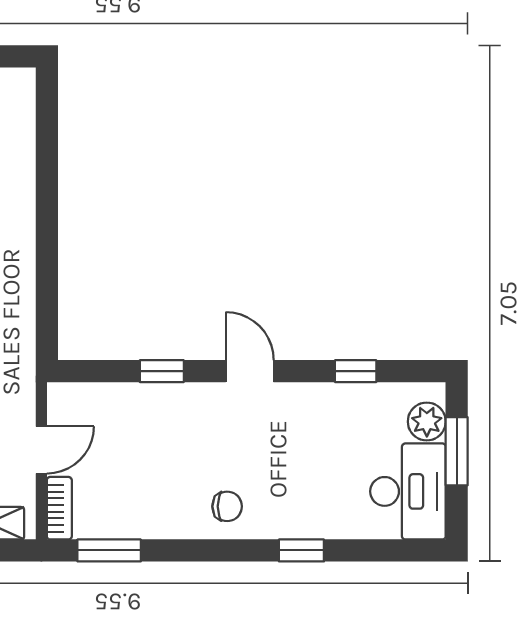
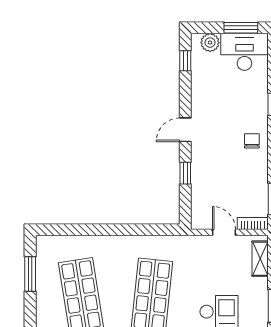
window: (356, 371) -> (185, 61), moved
window: (457, 451) -> (241, 28), moved

